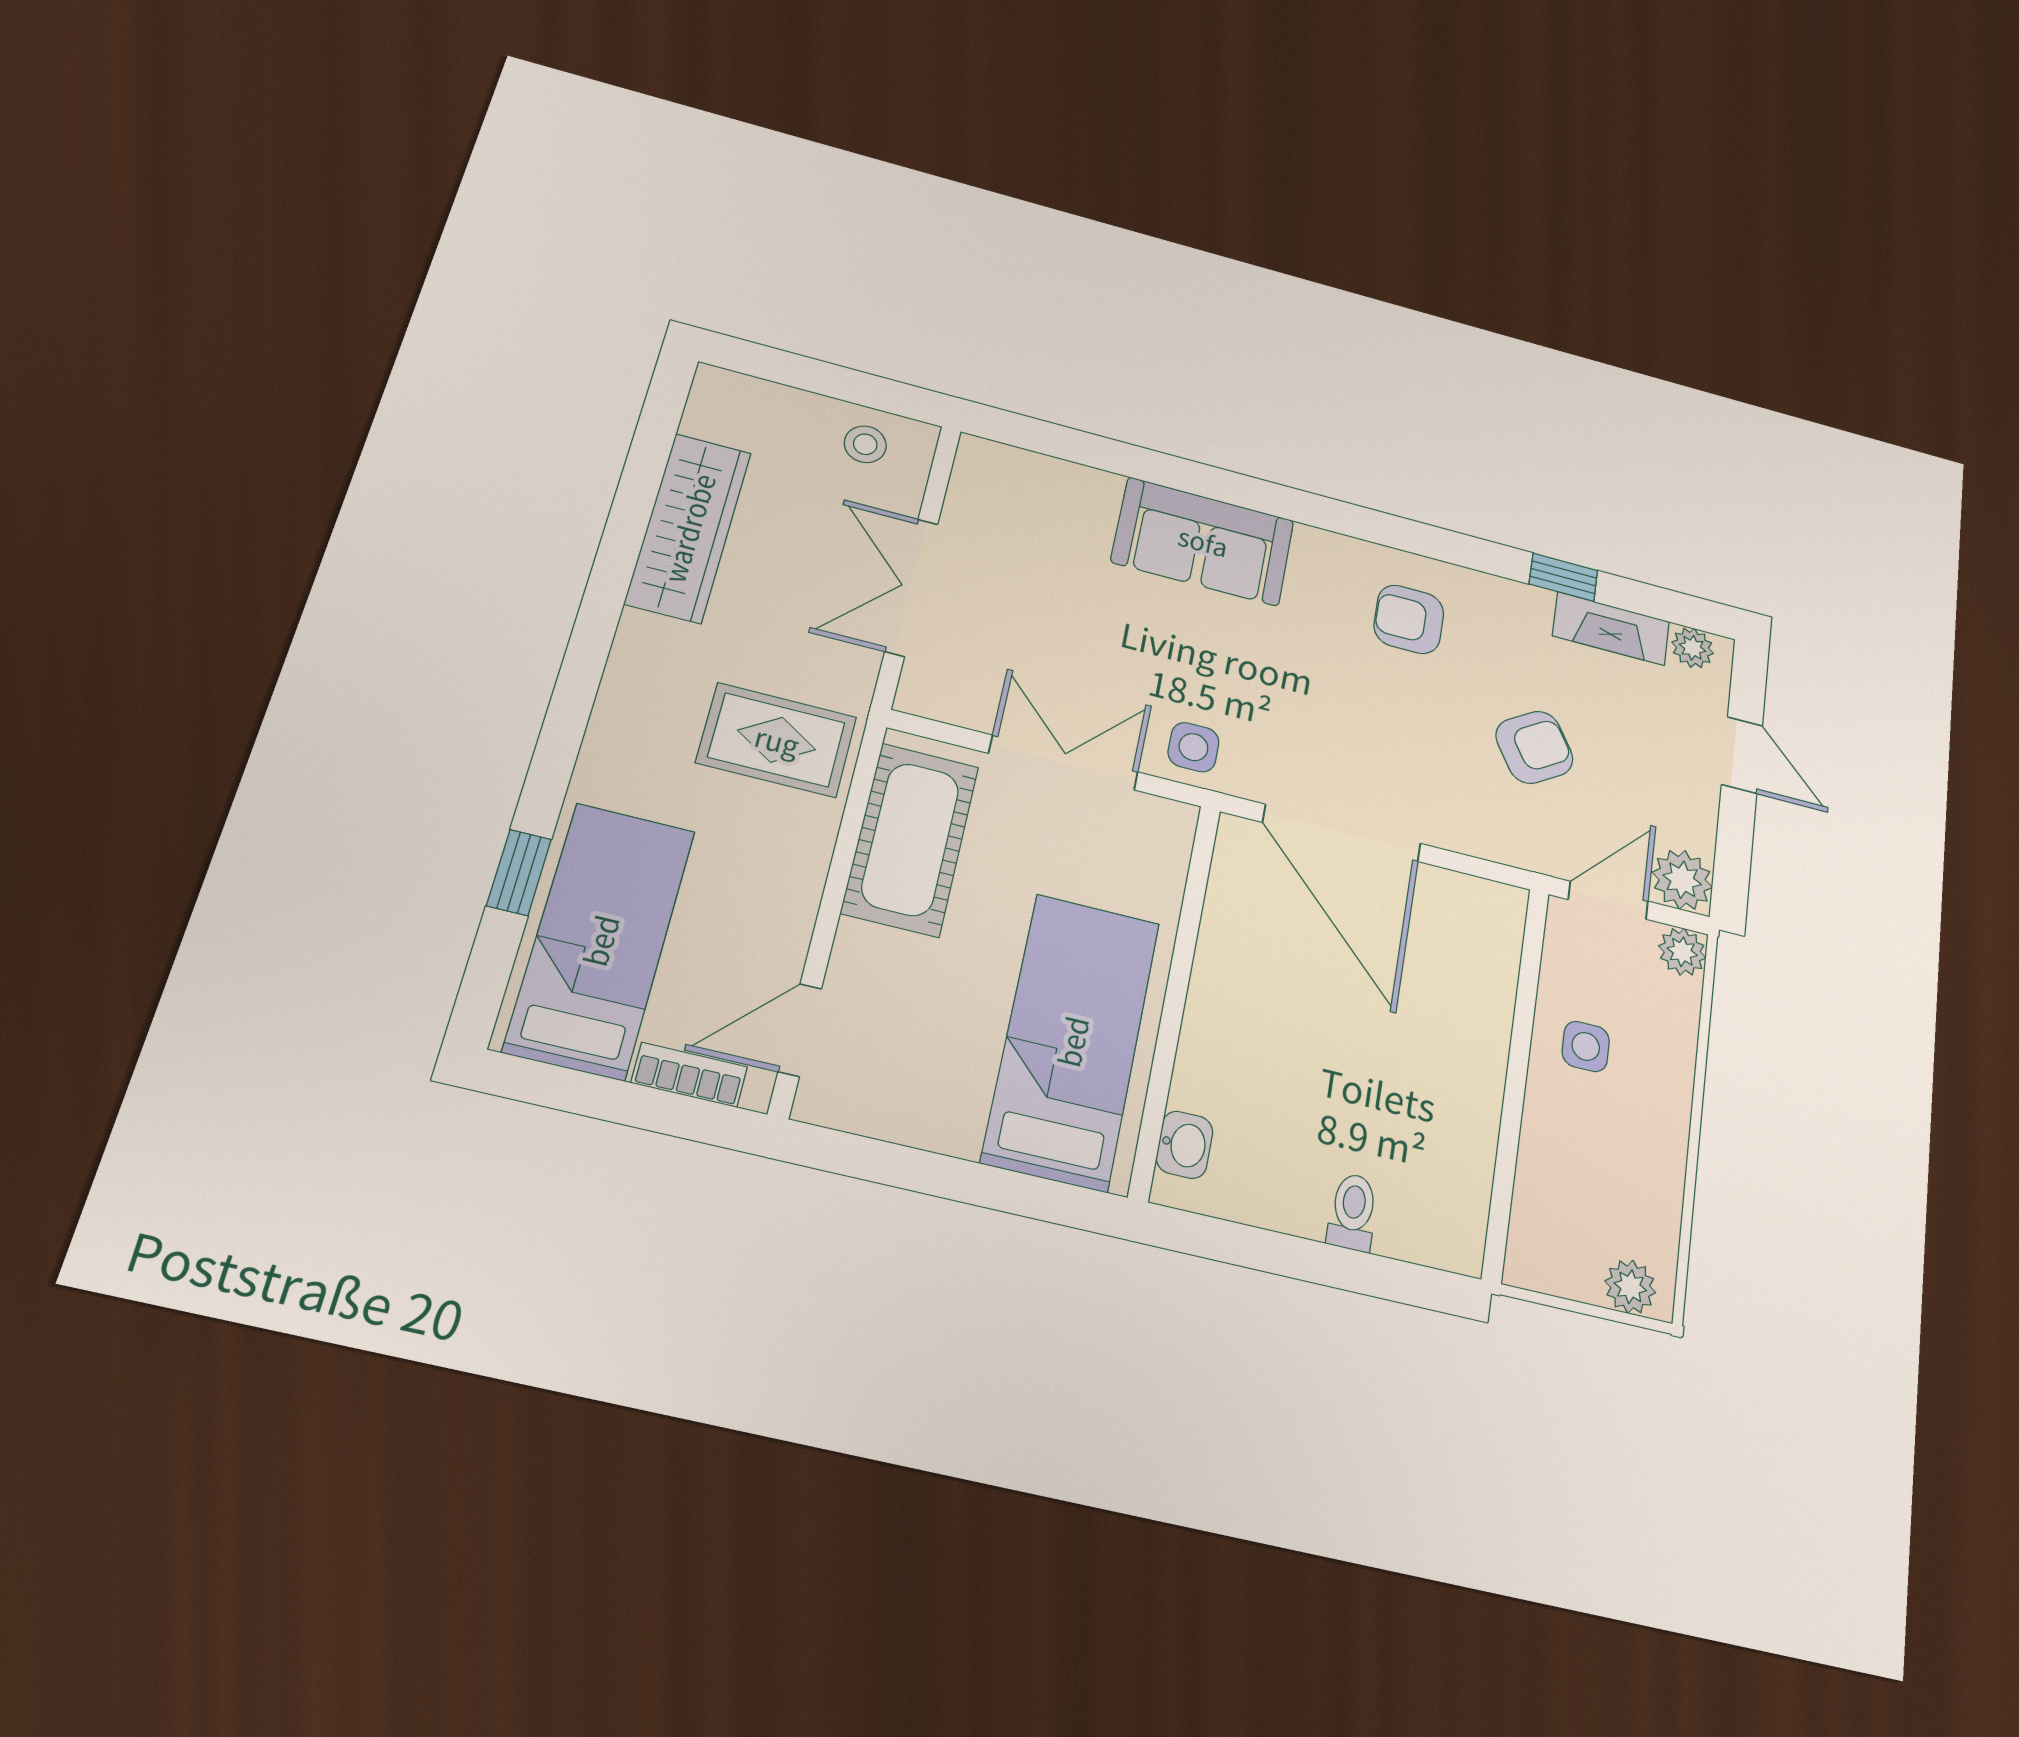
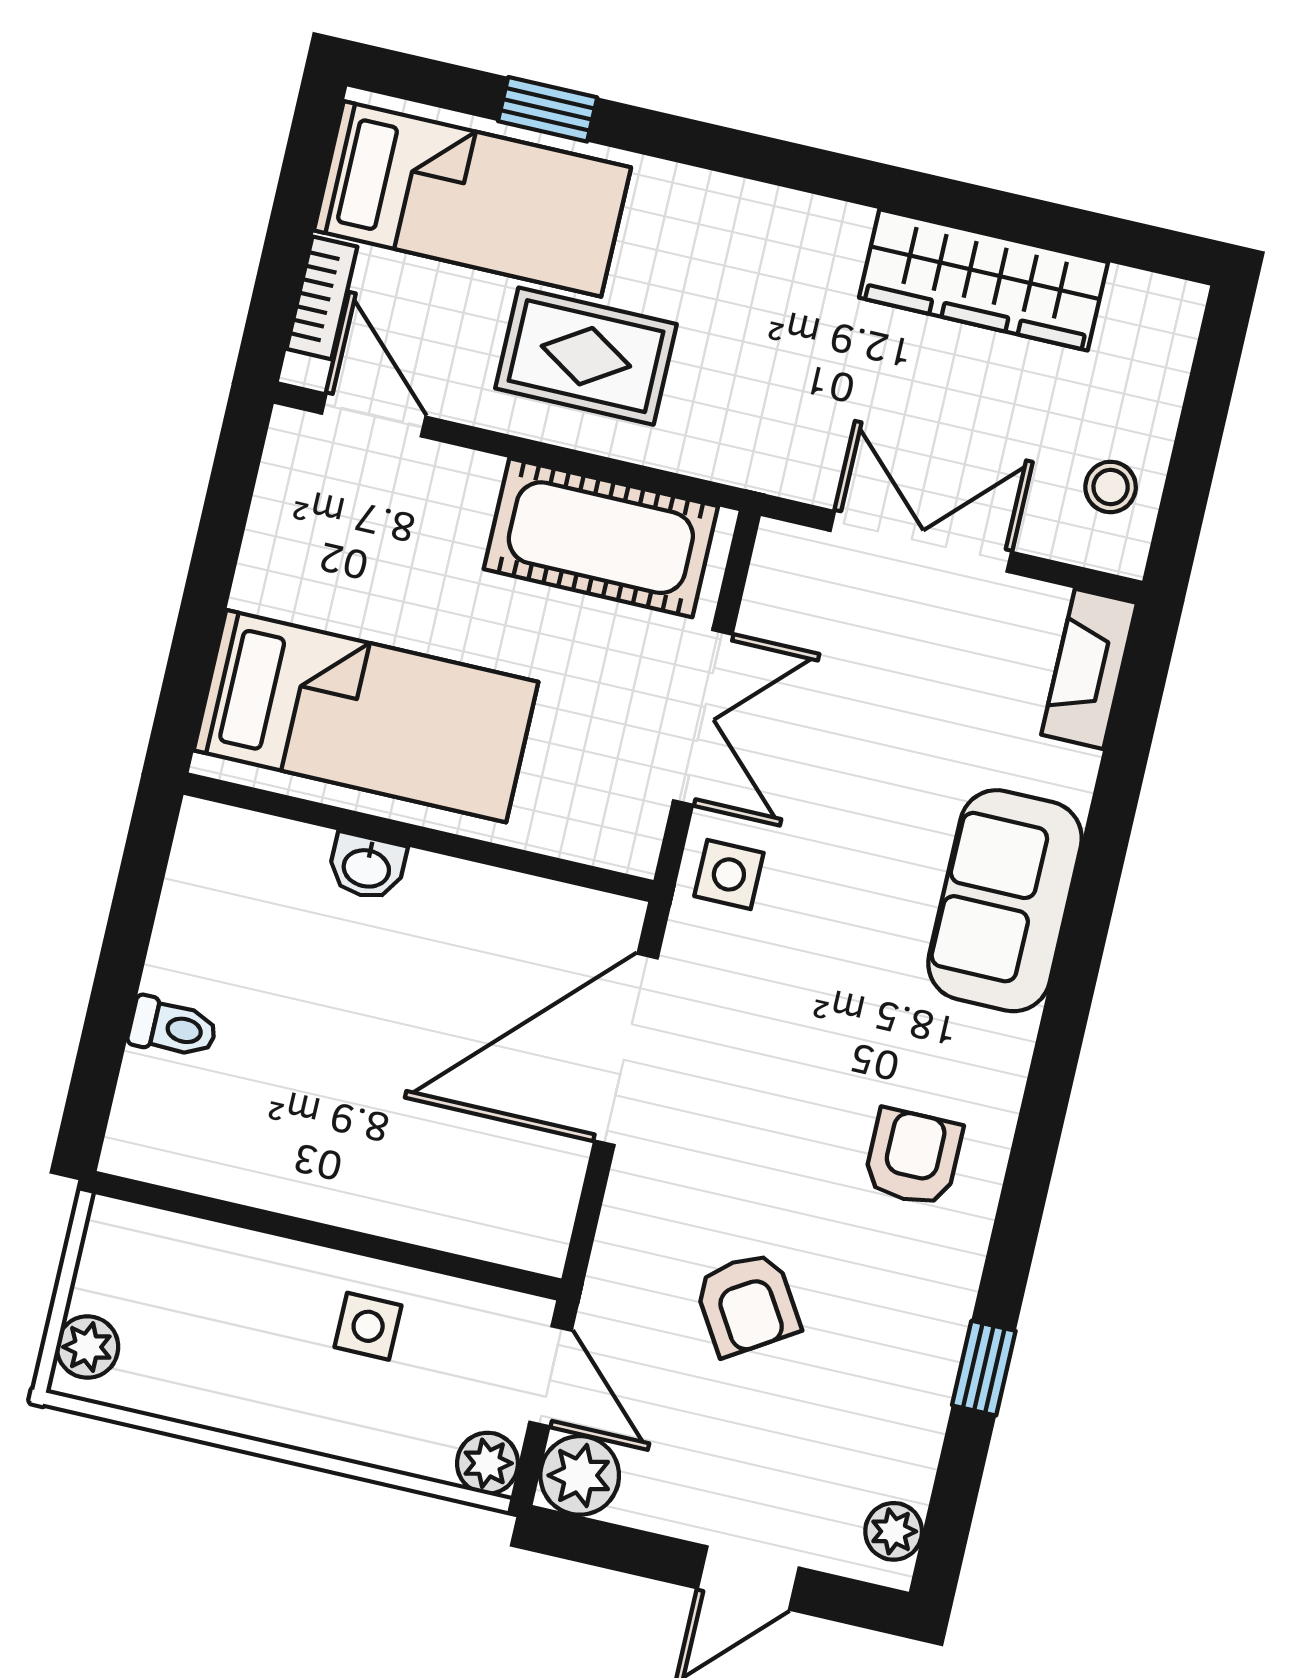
fireplace: (1611, 629) -> (1089, 669), moved
rug: (777, 740) -> (586, 356), moved, turned 90
washbasin: (1184, 1145) -> (367, 867), moved

